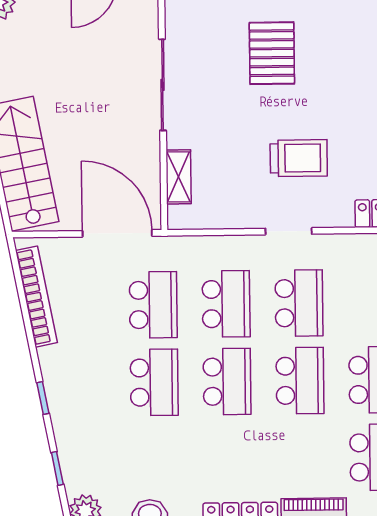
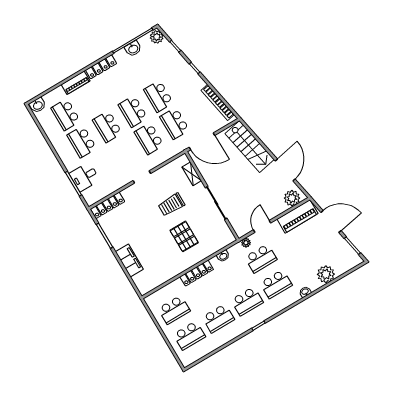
trolley: (299, 158) -> (171, 205), moved
school desk: (299, 303) -> (124, 154), removed

